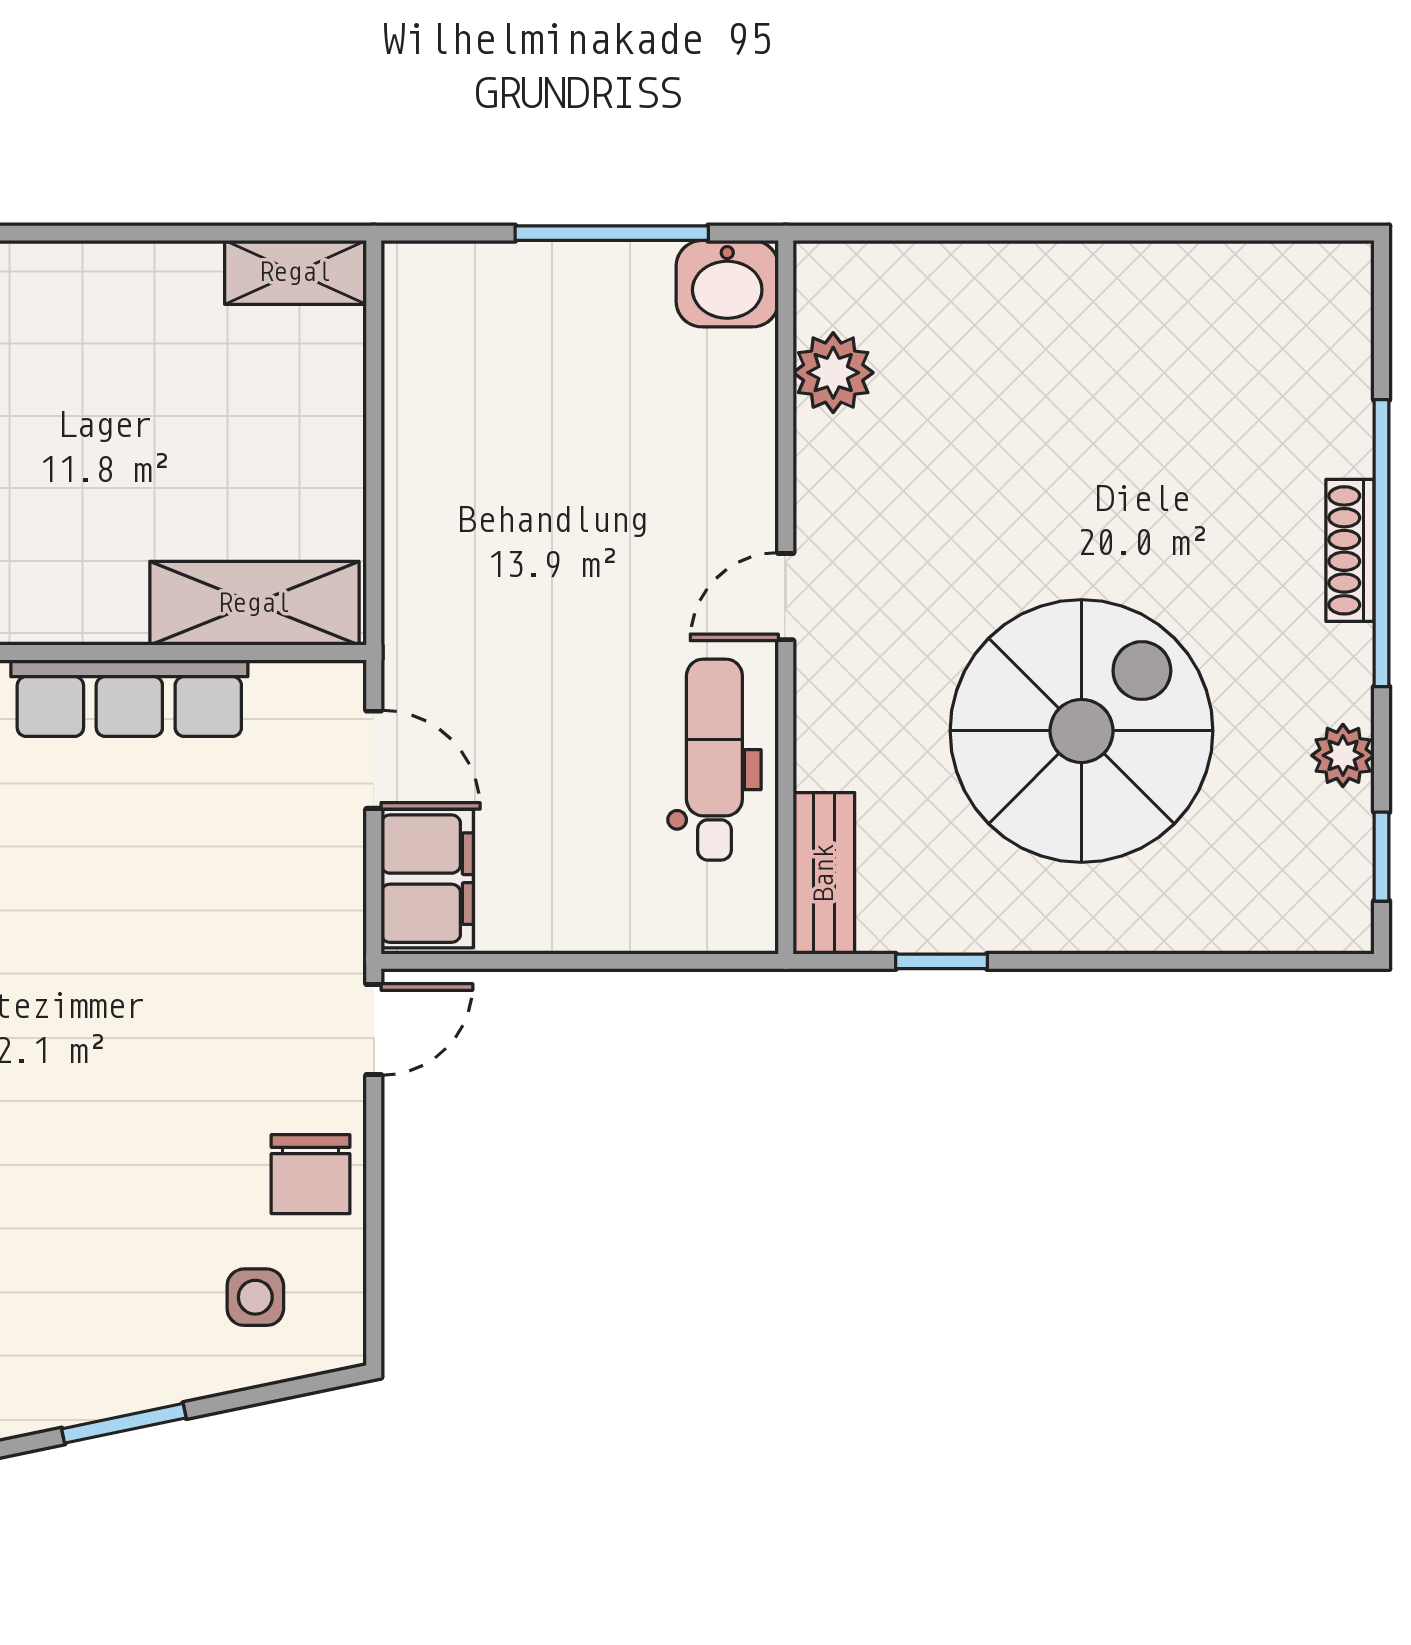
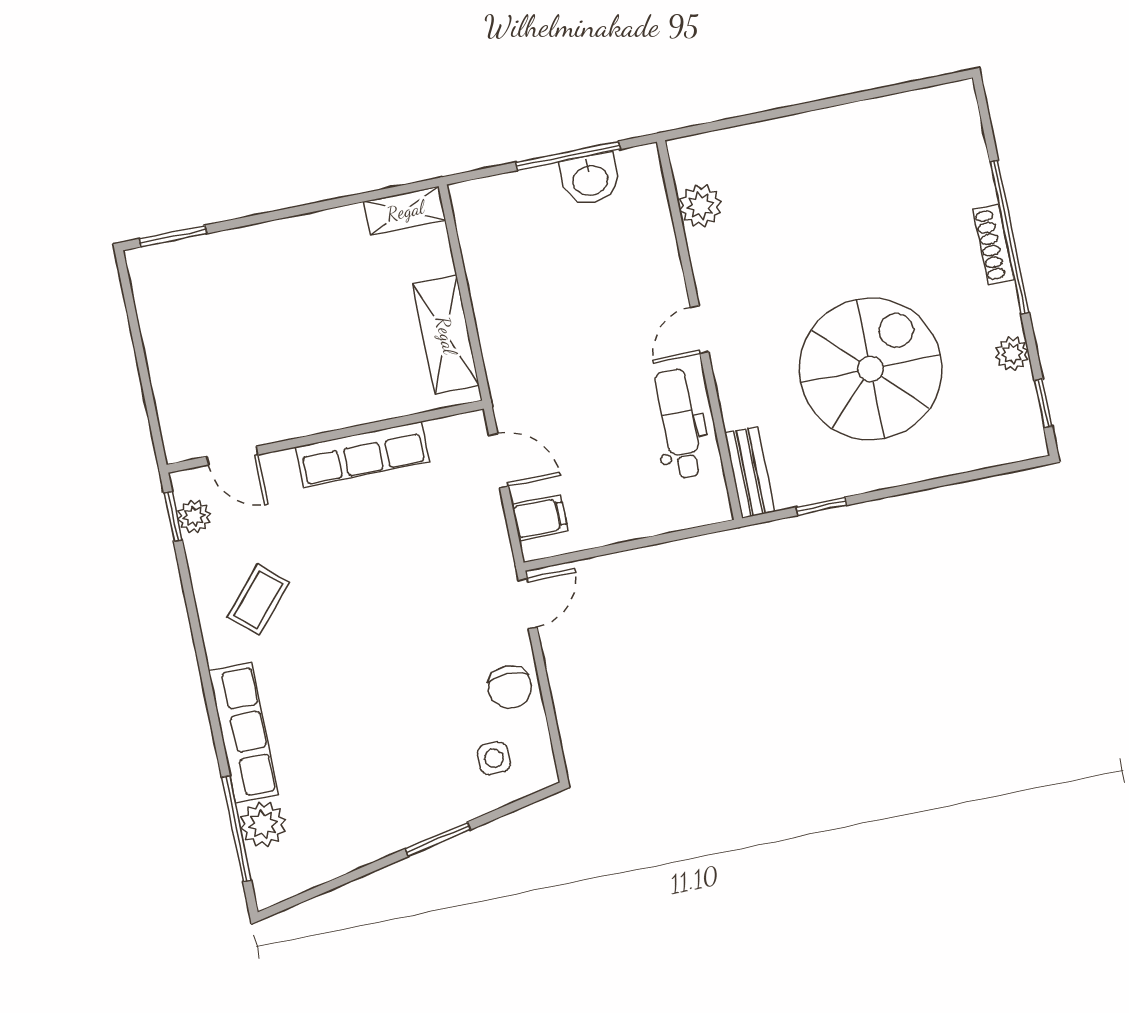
washbasin: (727, 284) -> (590, 179), moved
shelving: (254, 603) -> (446, 335), moved, turned 90
filing cabinet: (427, 879) -> (540, 518), width x0.50

